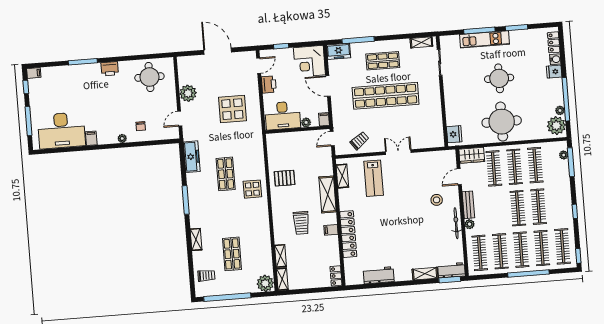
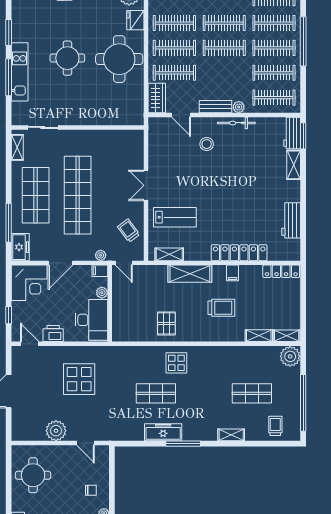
shop shelf: (383, 61) -> (36, 195), width x1.43, depth x1.36
plant: (337, 119) -> (101, 255), added
fridge: (454, 134) -> (135, 20), moved, turned -90
freezer: (192, 157) -> (163, 432), moved
locker: (336, 276) -> (281, 271), width x1.53

